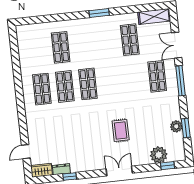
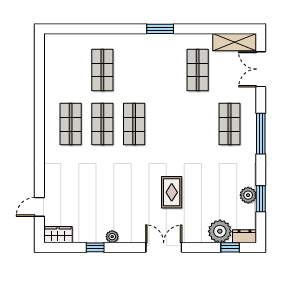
double door: (177, 45) -> (261, 69), moved
plant: (81, 167) -> (112, 237), added
dresser: (61, 169) -> (244, 236), moved

